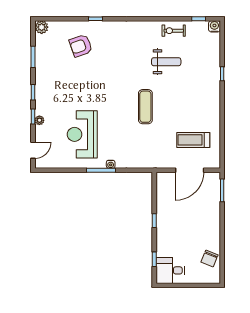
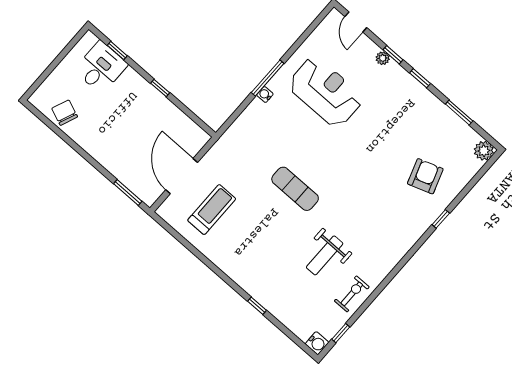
desk: (170, 270) -> (101, 67), moved

